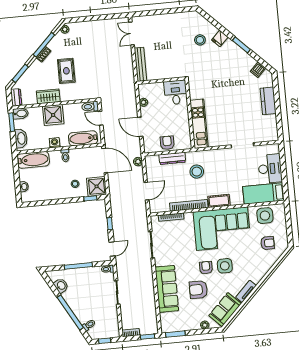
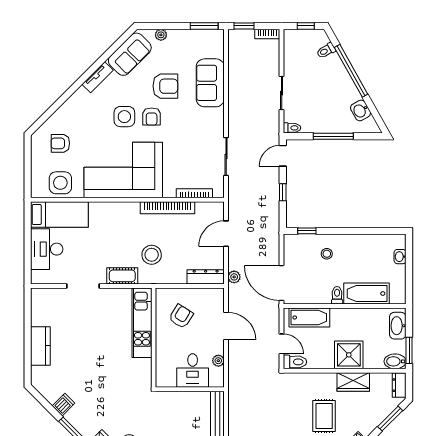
dishwasher: (258, 70) -> (64, 405), moved
desk: (176, 92) -> (193, 370), moved
washing machine: (55, 143) -> (350, 315), removed
armchair: (167, 143) -> (181, 316), moved, turned -148
dresser: (172, 158) -> (206, 277), moved
bathtub: (33, 160) -> (366, 294), moved
shower: (97, 186) -> (297, 247), removed
cot: (219, 201) -> (122, 276), moved
sofa: (167, 289) -> (210, 83), width x0.73

